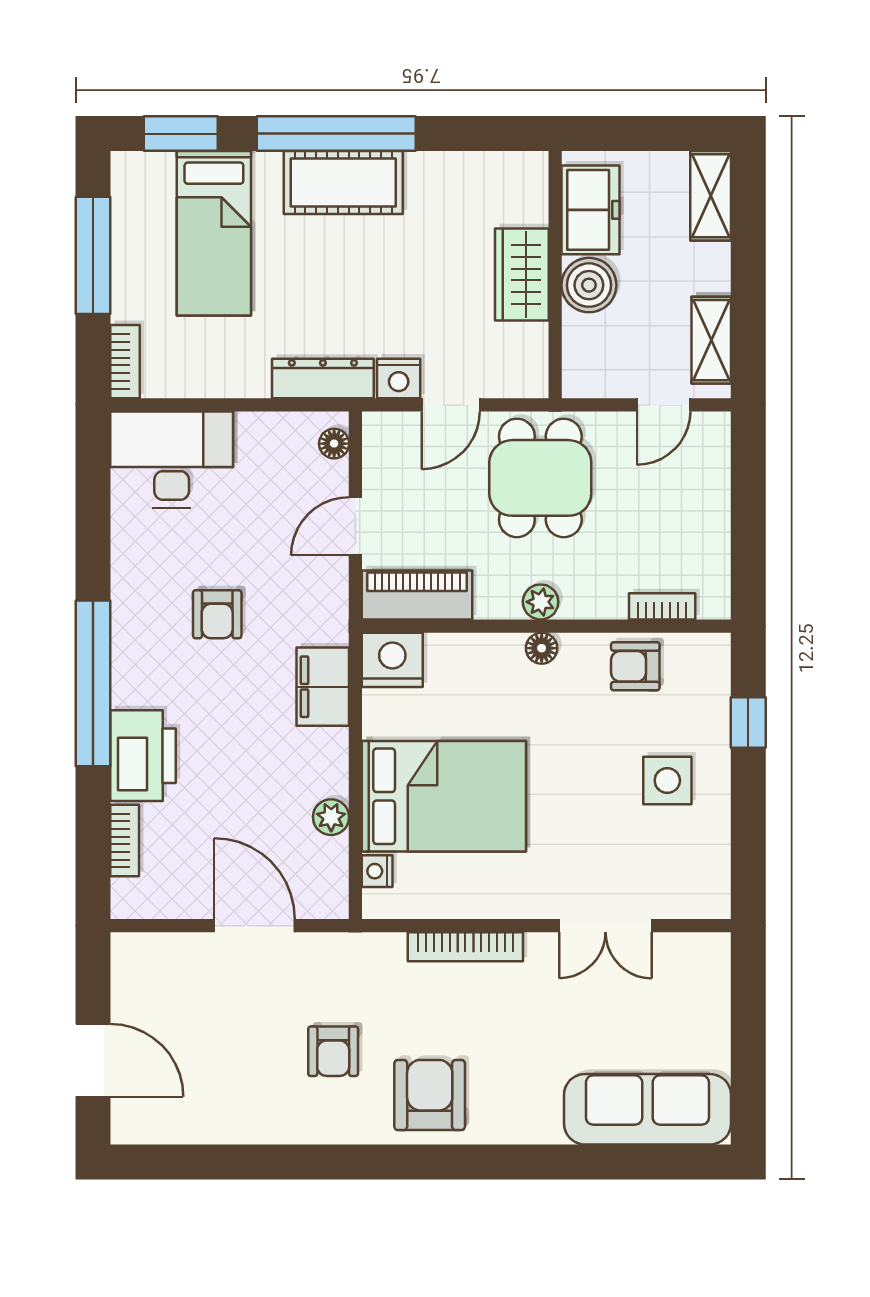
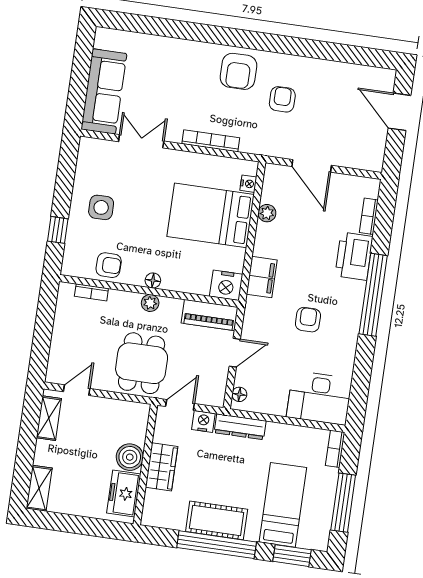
freezer: (590, 210) -> (124, 493), moved
wardrobe: (522, 274) -> (162, 467), moved
wall: (555, 275) -> (145, 465), moved
boiler: (589, 285) -> (130, 457), moved
sofa: (647, 1109) -> (104, 91), moved, turned -90

